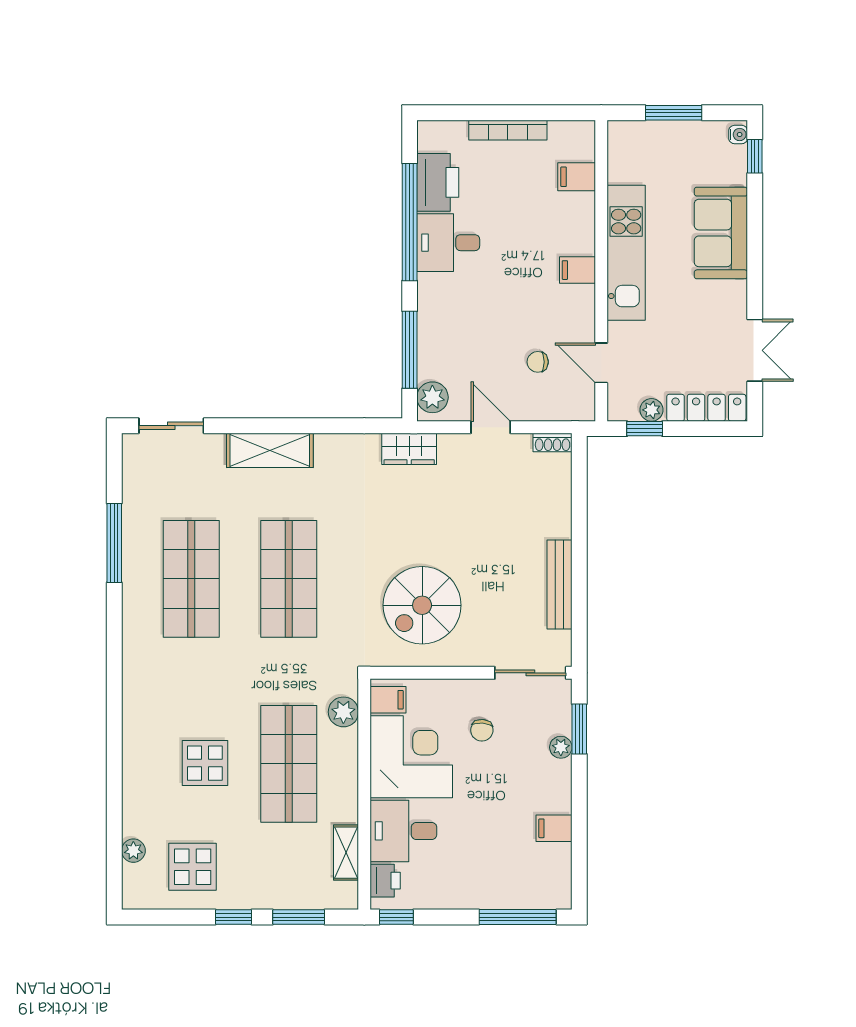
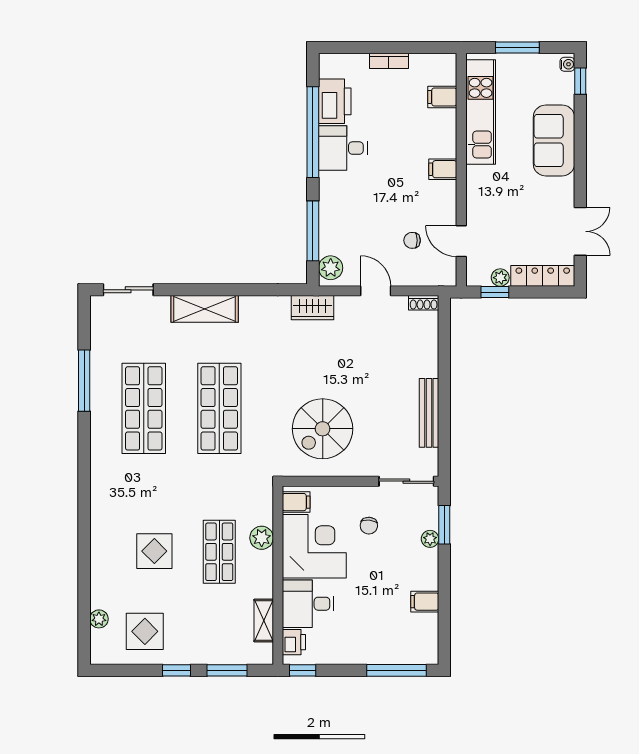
bookcase: (508, 130) -> (389, 61), width x0.64
kitchen unit: (626, 253) -> (481, 112), moved
plant: (343, 712) -> (262, 538), moved
shop shelf: (289, 764) -> (219, 552), width x0.70, depth x0.74

